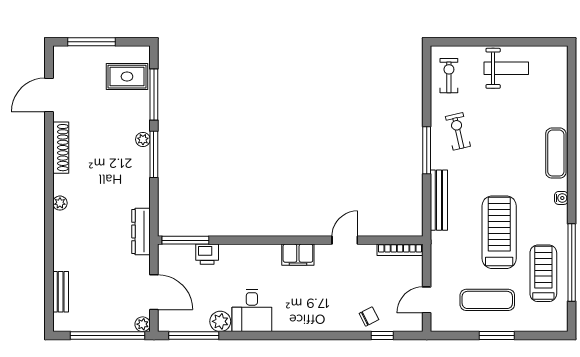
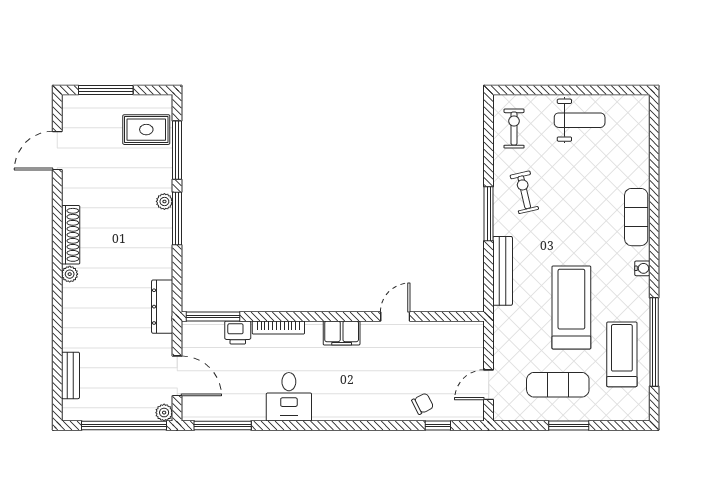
shoe rack: (61, 148) -> (71, 235), moved
bookcase: (400, 250) -> (278, 328), moved
plant: (220, 321) -> (253, 409), removed

